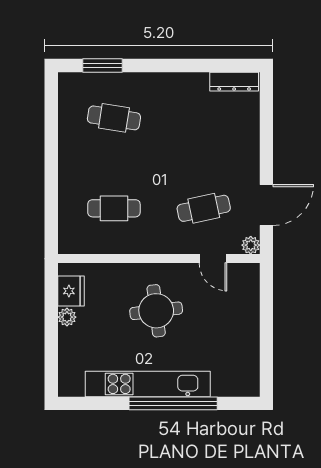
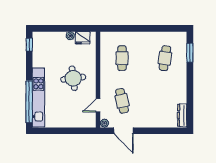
kitchen unit: (148, 384) -> (38, 97), moved
window: (85, 403) -> (29, 45), added
window: (173, 403) -> (29, 102), moved

